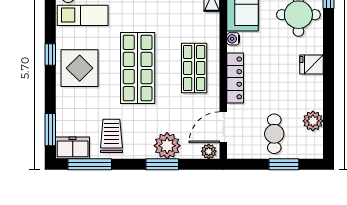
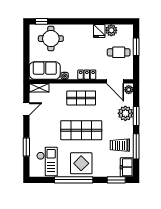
window: (50, 55) -> (74, 180), width x3.17
fridge: (312, 65) -> (99, 31), moved
locker: (235, 78) -> (87, 75), width x0.66
window: (90, 164) -> (136, 146), moved

